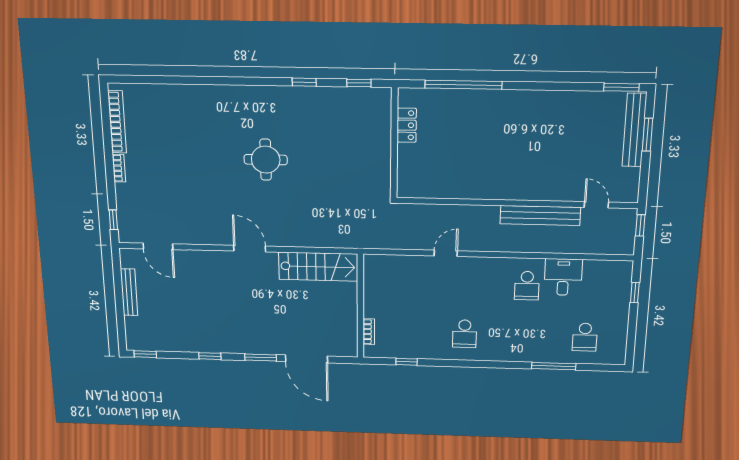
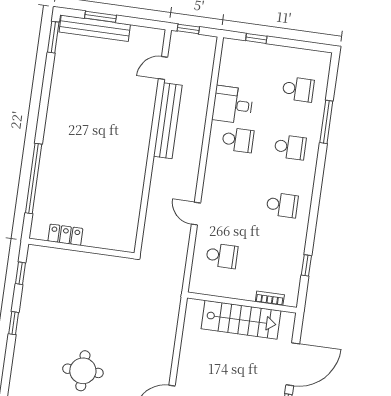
stairs: (318, 267) -> (241, 320), moved, turned 90
school desk: (406, 283) -> (222, 256), added
school desk: (525, 335) -> (290, 147), added

